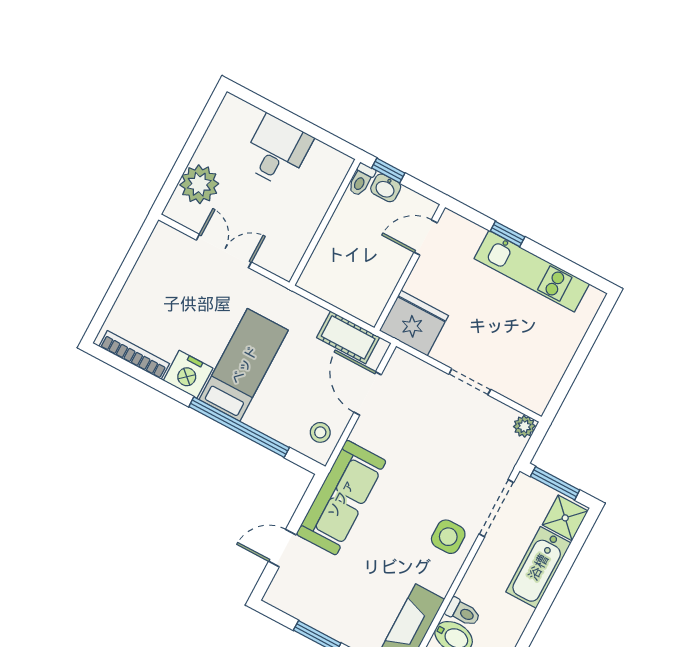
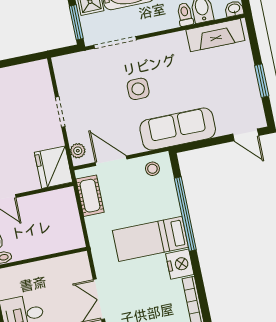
door: (368, 393) -> (111, 161), swing flipped
plant: (524, 426) -> (78, 151), moved
side table: (448, 537) -> (138, 89), moved
door: (282, 548) -> (246, 135), moved

